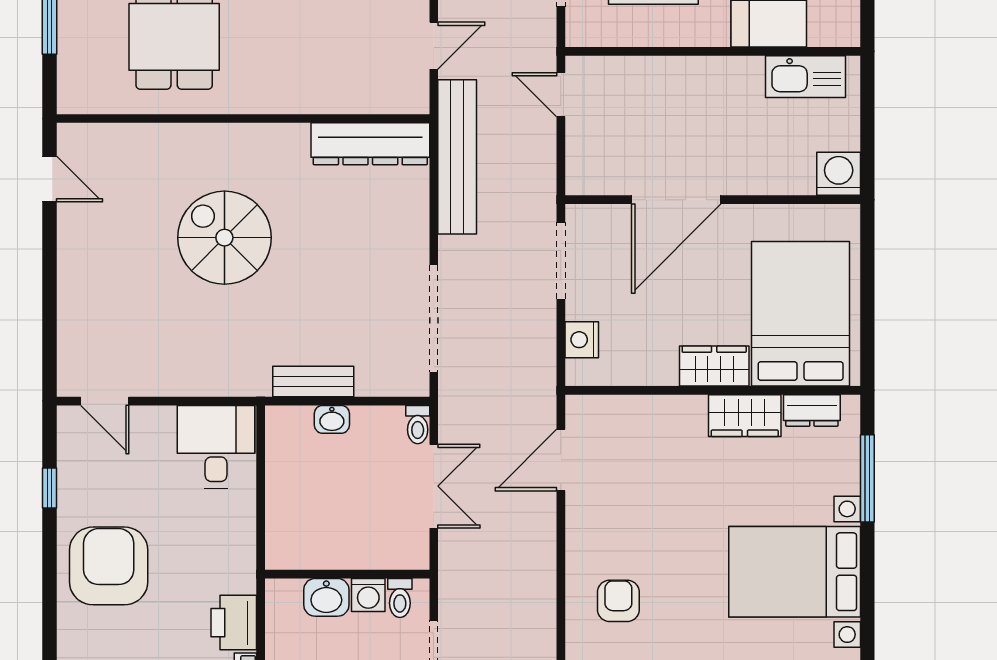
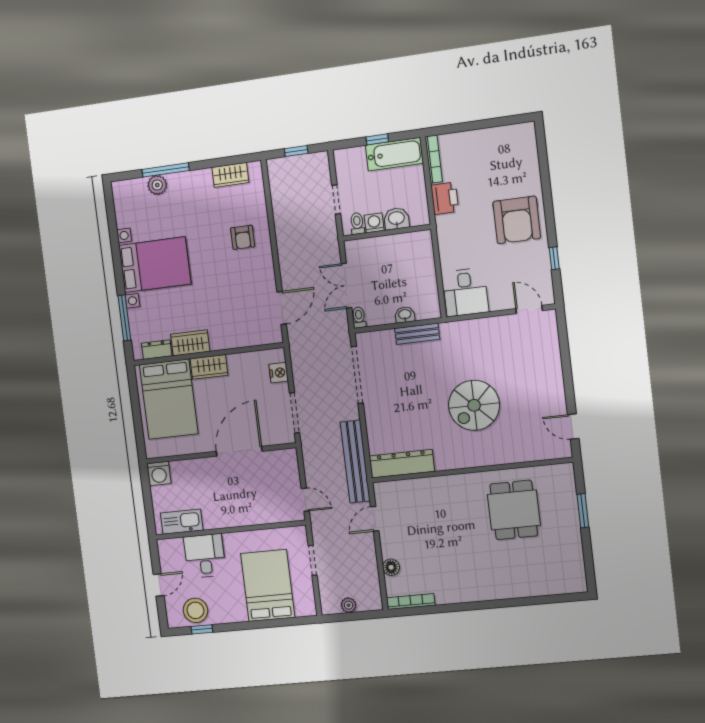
spiral stairs: (224, 238) -> (474, 405), turned 90

